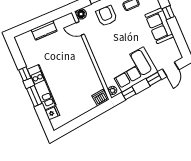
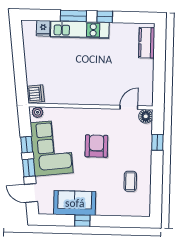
window: (168, 13) -> (82, 221), moved
armchair: (107, 16) -> (96, 146), moved, turned -90
sofa: (159, 26) -> (75, 203), moved
kitchen counter: (44, 30) -> (147, 43), moved
window: (129, 93) -> (27, 145), moved

